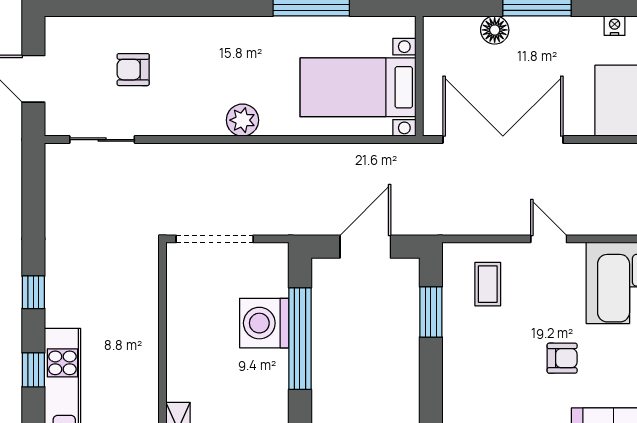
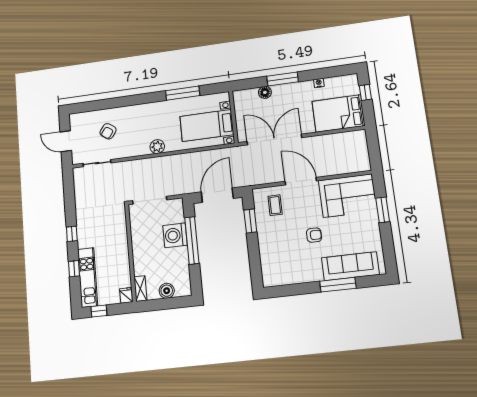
armchair: (133, 70) -> (108, 131), turned -55
door: (549, 239) -> (301, 181), width x1.88
door: (365, 247) -> (217, 195), width x1.36

